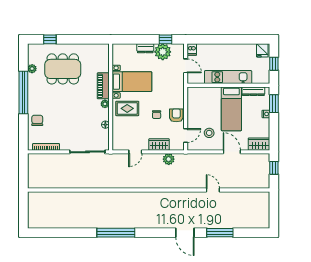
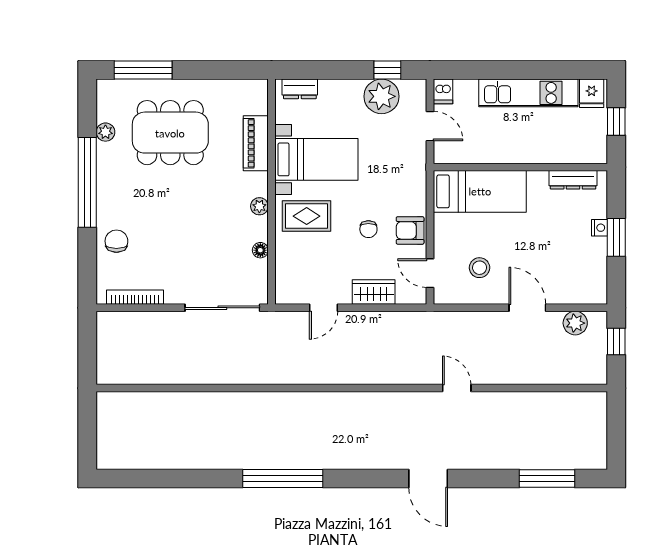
window: (50, 39) -> (143, 70), width x2.17
dresser: (145, 48) -> (300, 89), moved
kitchen unit: (228, 77) -> (528, 93), moved, turned 180
piano: (103, 86) -> (256, 143), moved
window: (274, 104) -> (616, 237), moved
bed: (231, 109) -> (480, 191), moved, turned -90
armchair: (176, 115) -> (410, 230), turned -90
door: (186, 135) -> (430, 273), swing flipped
wardrobe: (259, 144) -> (585, 291), removed
plant: (169, 159) -> (575, 323), moved
door: (213, 190) -> (457, 388), moved
window: (220, 233) -> (547, 478), moved

